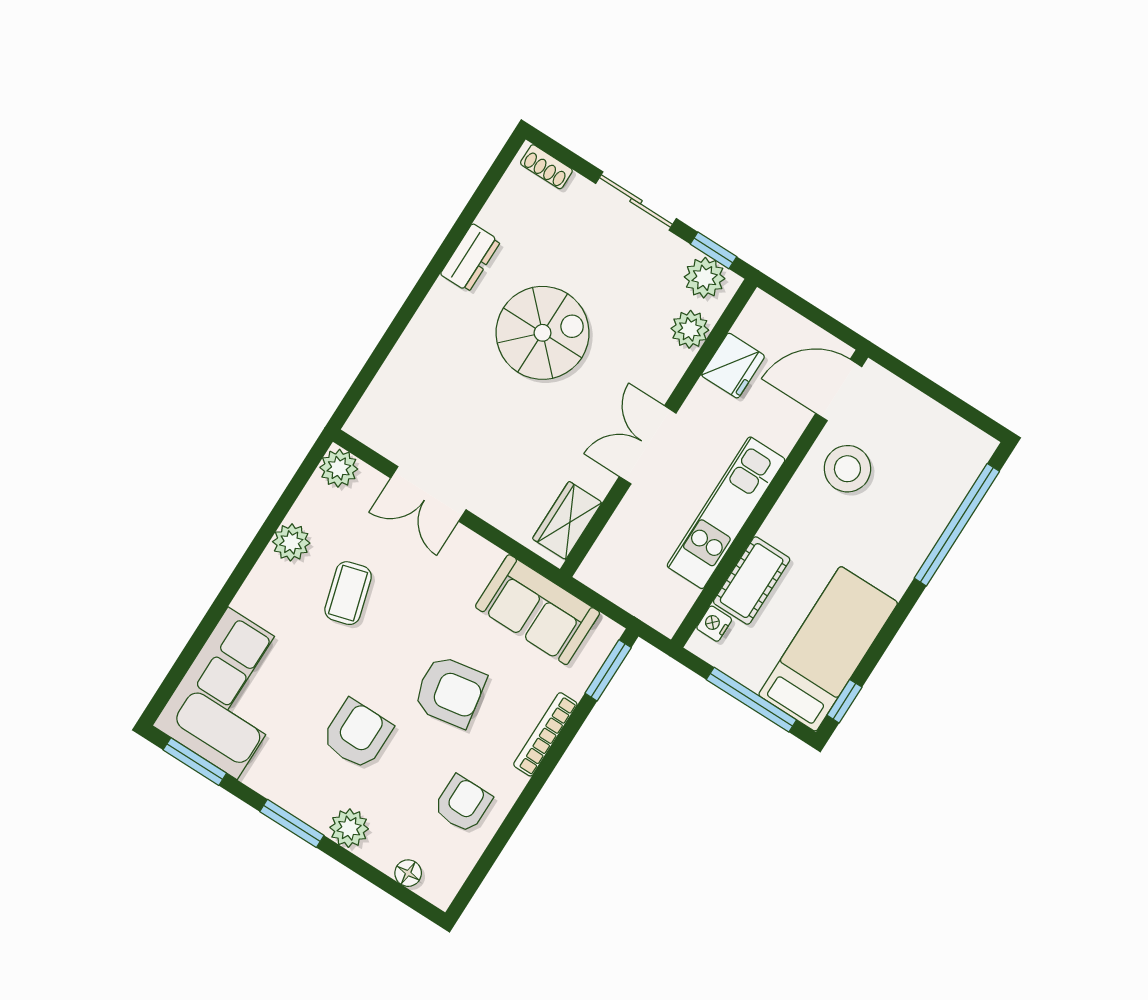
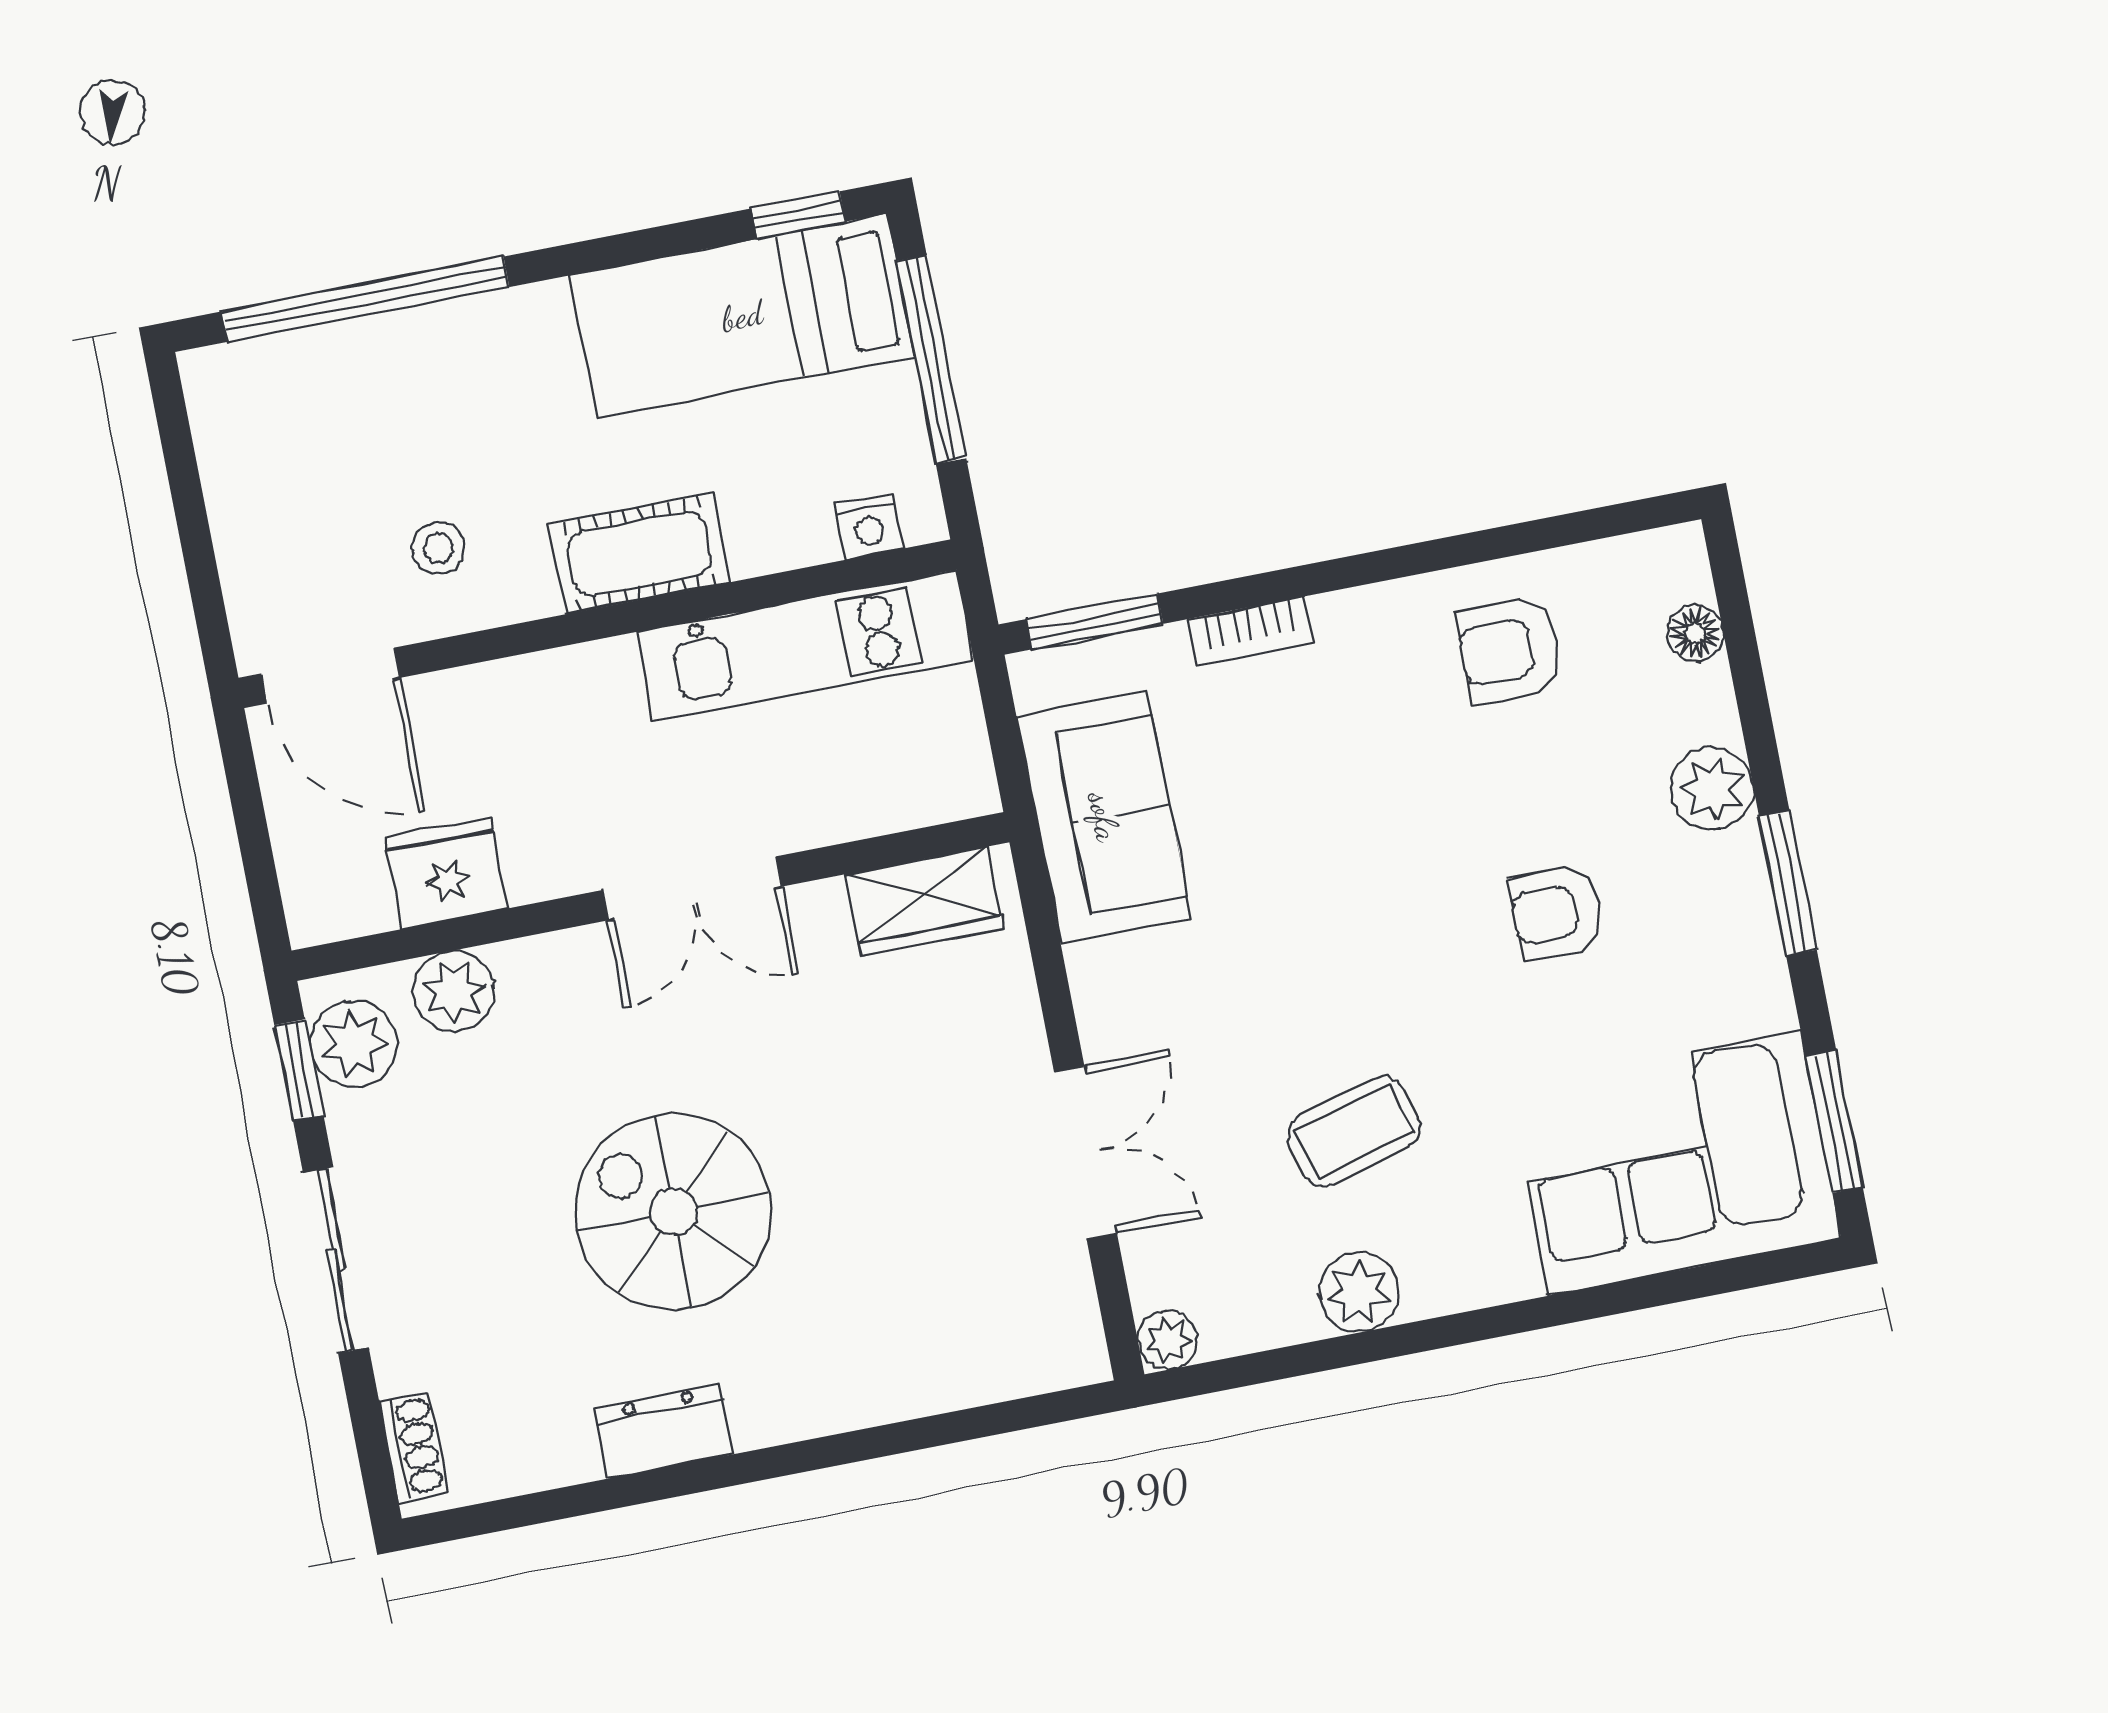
plant: (339, 468) -> (1168, 1340), width x0.73, depth x0.73
stool: (847, 469) -> (438, 548), width x0.53, depth x0.53
kitchen unit: (726, 513) -> (805, 646), moved
cot: (752, 581) -> (639, 554), moved
armchair: (450, 691) -> (1357, 833), removed
armchair: (357, 734) -> (1557, 913), width x0.72, depth x0.72
bookcase: (545, 734) -> (1251, 631), width x0.64

